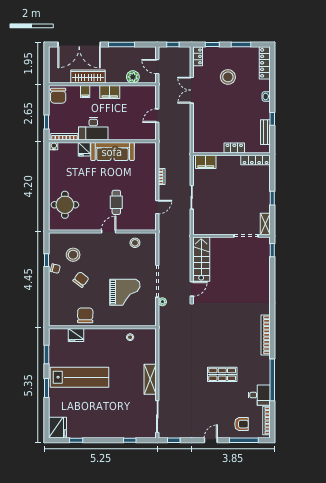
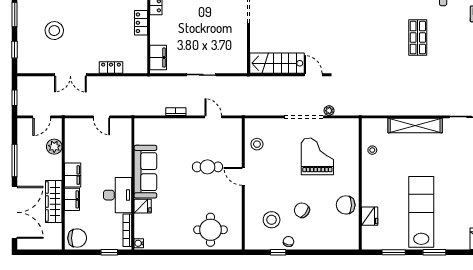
locker: (198, 56) -> (111, 68), moved
filing cabinet: (85, 91) -> (72, 199), width x2.00
shelving: (150, 379) -> (415, 126), width x1.47

